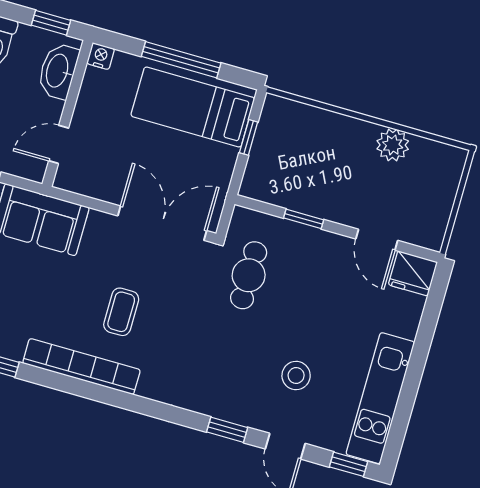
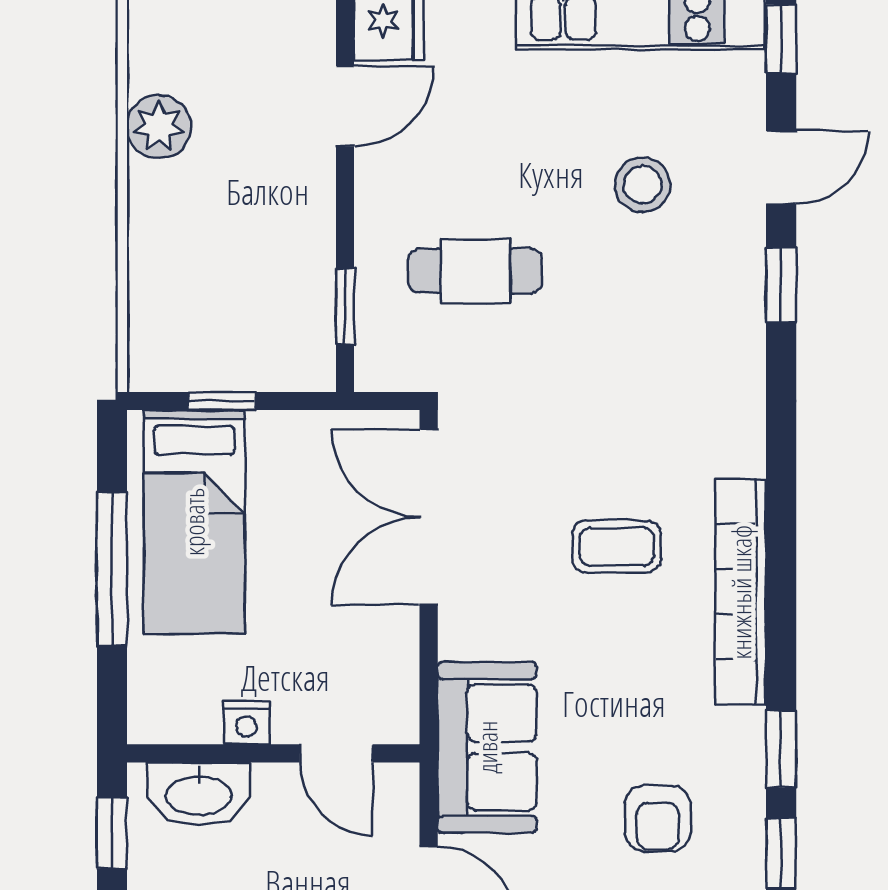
nightstand: (101, 56) -> (247, 723), moved, turned -90
window: (304, 219) -> (345, 307), moved
cafe table: (249, 275) -> (475, 271), moved

